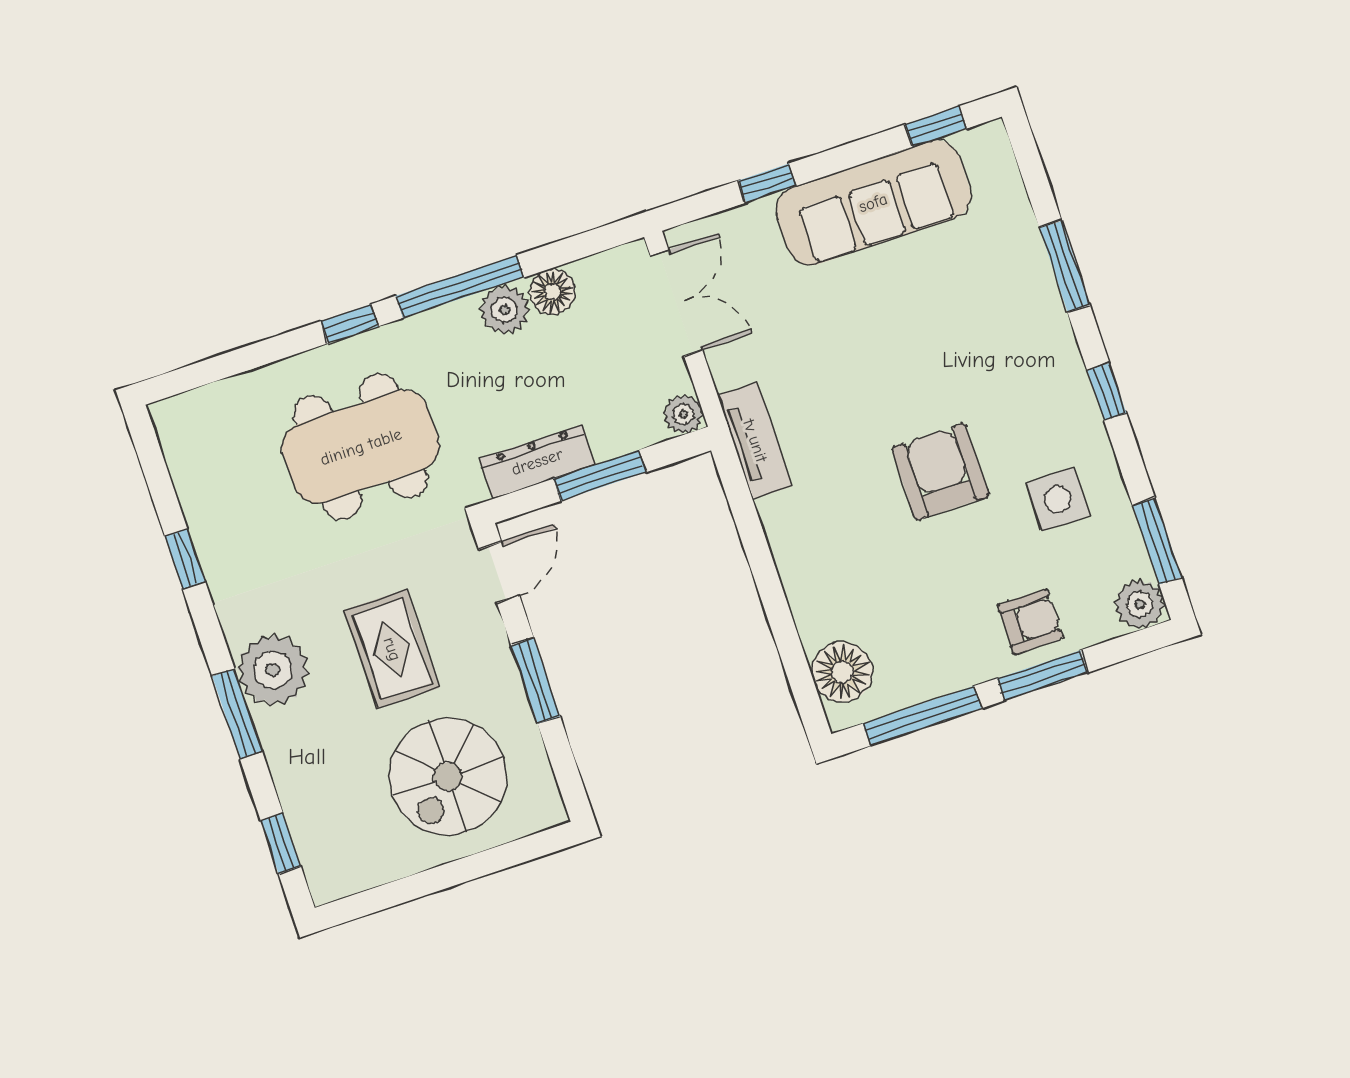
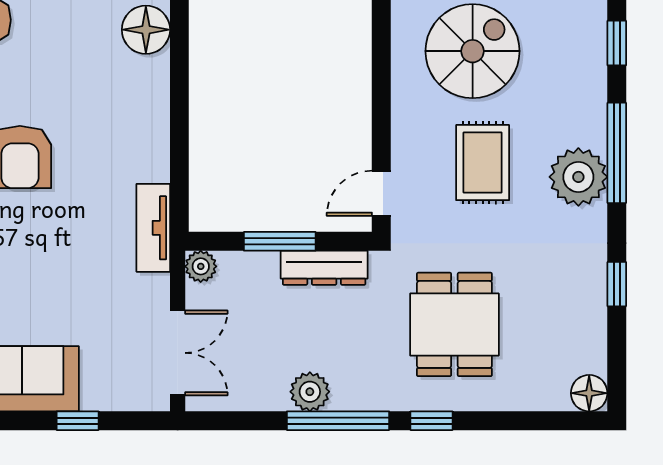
floor lamp: (552, 292) -> (589, 393), moved
double door: (676, 303) -> (178, 353), swing flipped
dining table: (361, 447) -> (454, 324), width x0.73
window: (536, 681) -> (381, 102), removed
window: (237, 714) -> (617, 153), width x1.44

